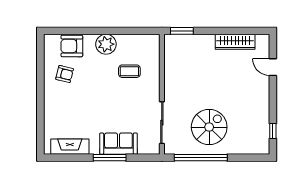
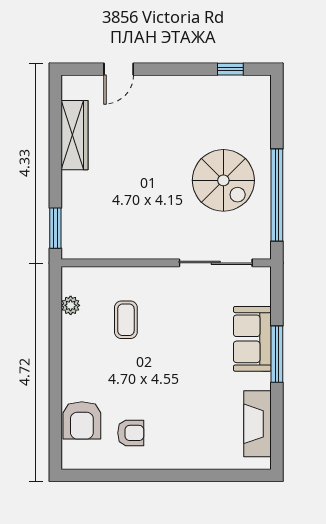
plant: (106, 44) -> (71, 305), moved, width x0.53, depth x0.53
armchair: (65, 74) -> (131, 433), turned 76
spiral stairs: (209, 127) -> (223, 180), turned 180

